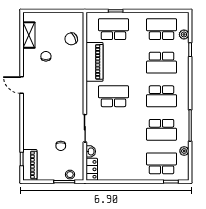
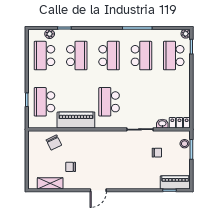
plant: (184, 151) -> (186, 34), moved

